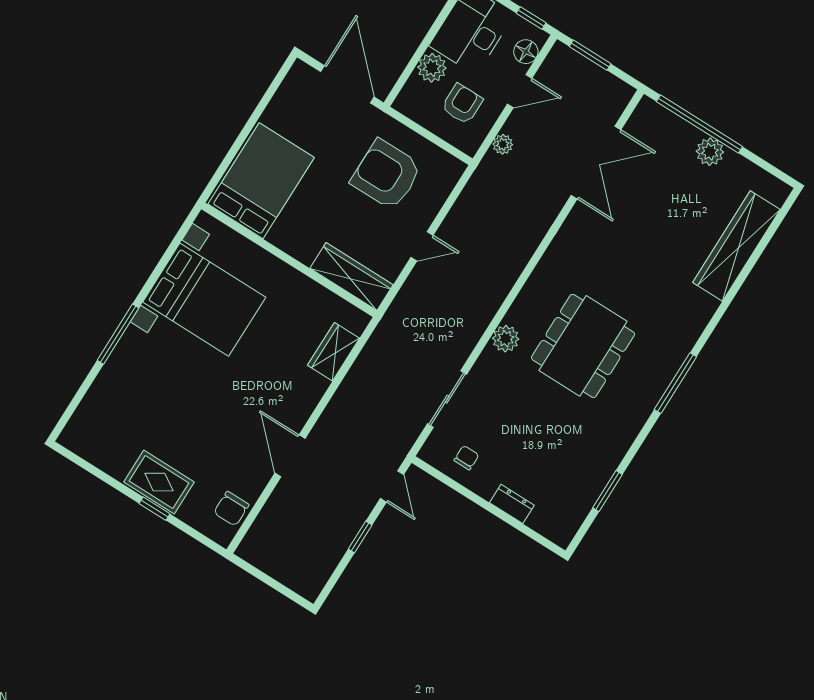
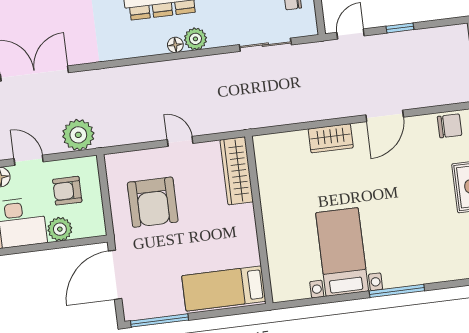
window: (271, 91) -> (159, 320), added
plant: (503, 144) -> (78, 135), width x1.88, depth x1.88
bed: (261, 181) -> (224, 288), width x0.67
bed with nightstands: (204, 300) -> (342, 252), width x0.73
floor lamp: (515, 315) -> (175, 45), added
wardrobe: (334, 352) -> (331, 138), moved

